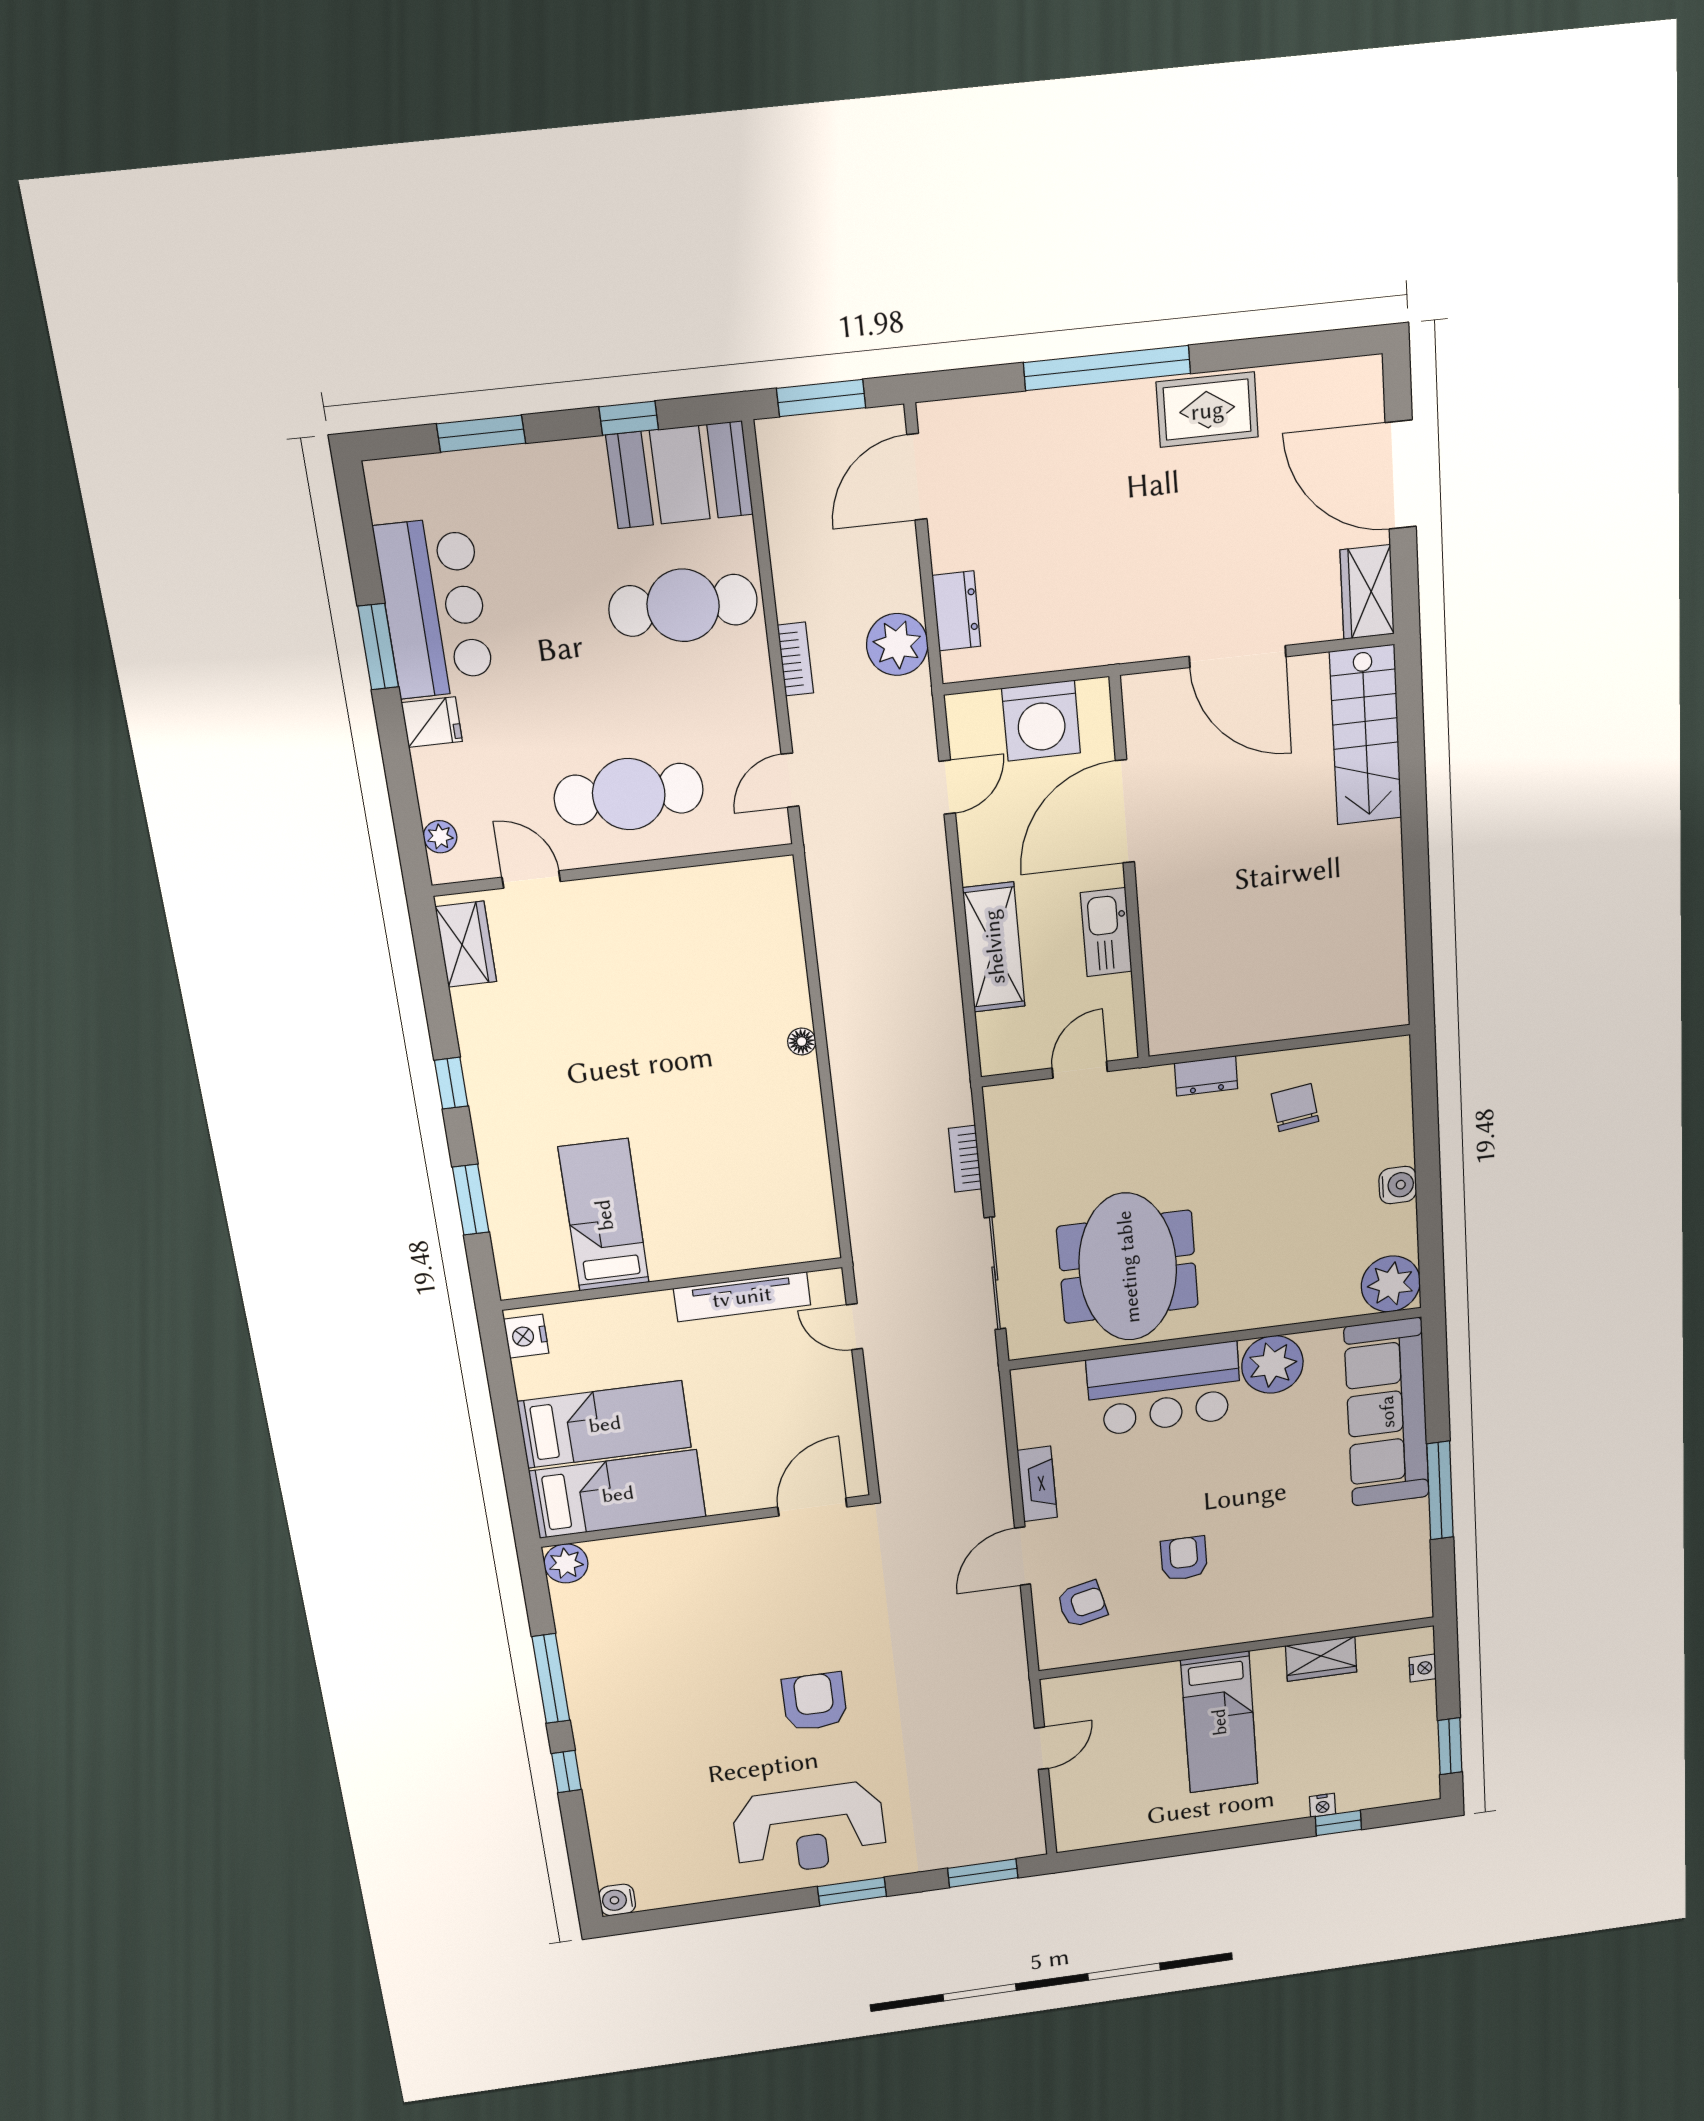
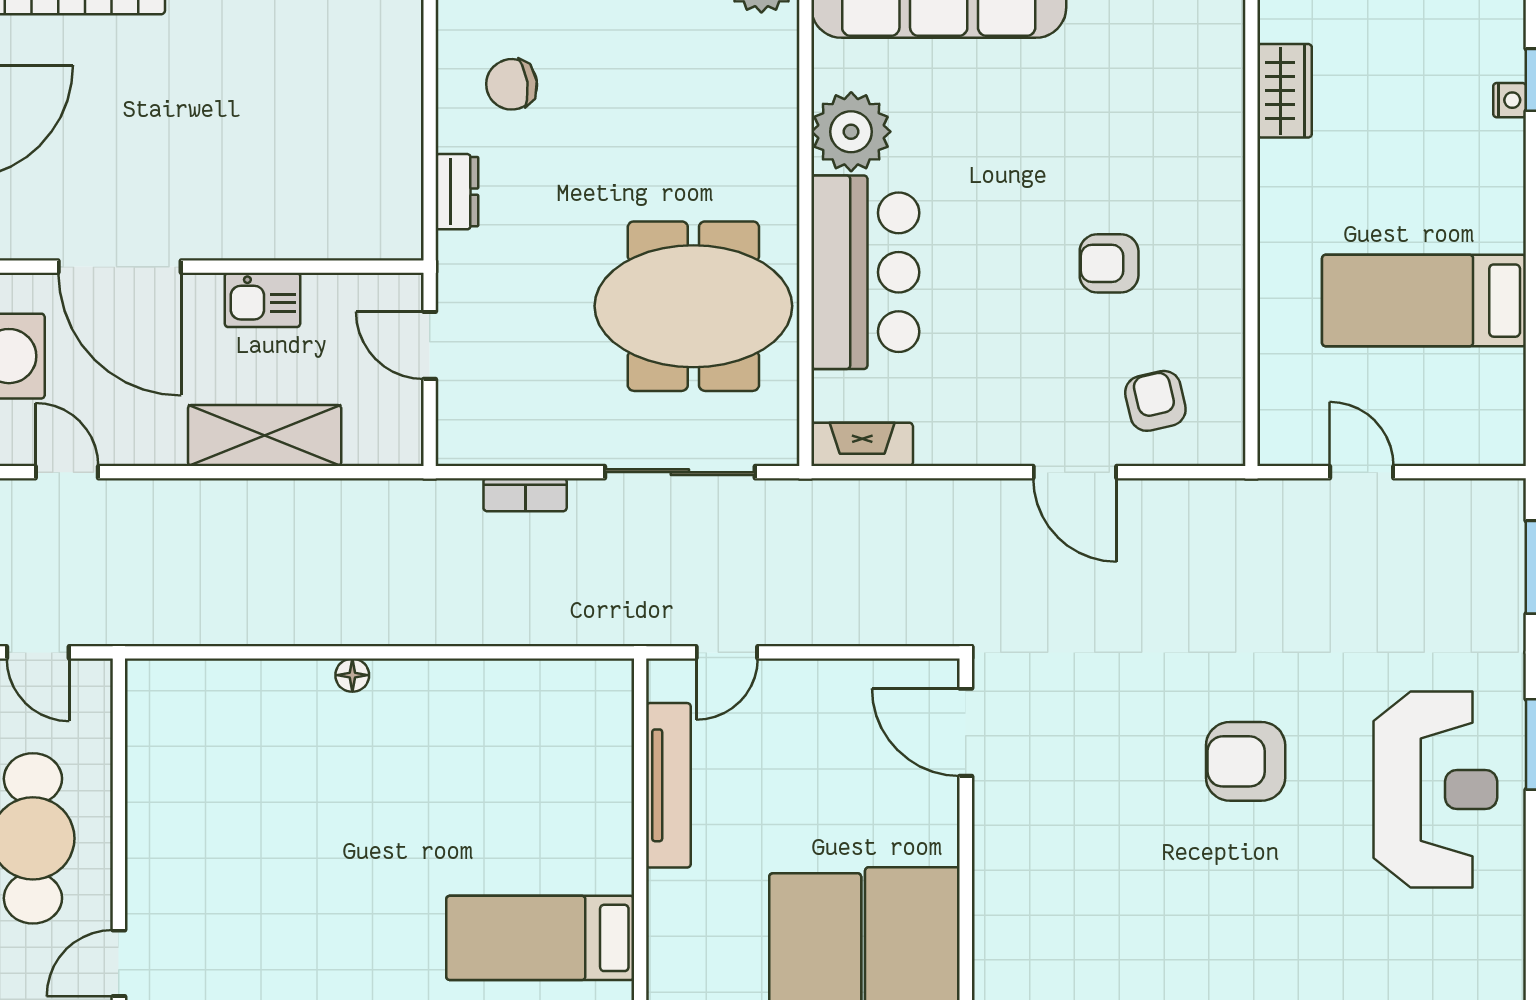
kitchen sink: (1106, 932) -> (262, 300), width x0.73
fireplace: (1037, 1484) -> (862, 444), moved
bed: (1219, 1722) -> (1424, 301), moved, turned 180

